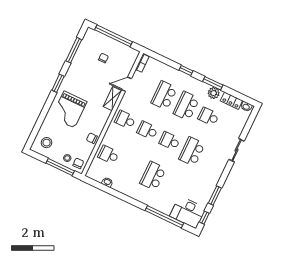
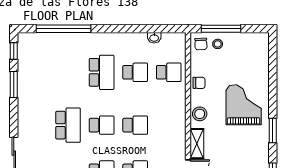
school desk: (125, 120) -> (135, 72), moved
stool: (47, 143) -> (200, 114), moved
desk: (188, 212) -> (38, 48), removed

